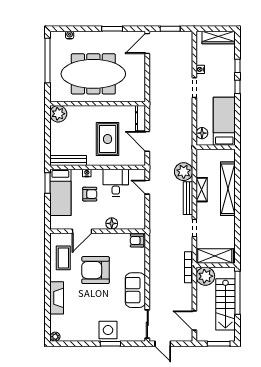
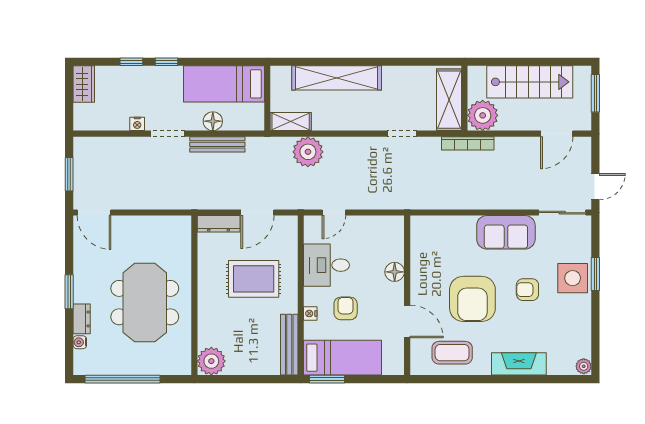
window: (112, 29) -> (69, 292), moved
dresser: (84, 36) -> (82, 319), added
wardrobe: (219, 37) -> (84, 84), width x0.67
meeting table: (93, 74) -> (145, 303), width x0.73
floor lamp: (202, 133) -> (213, 121), moved
shelving: (202, 190) -> (291, 122), moved
bench: (188, 198) -> (217, 144), moved
armchair: (137, 241) -> (527, 290), moved, turned 90
window: (238, 293) -> (510, 62), removed

